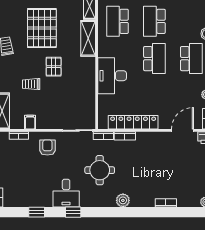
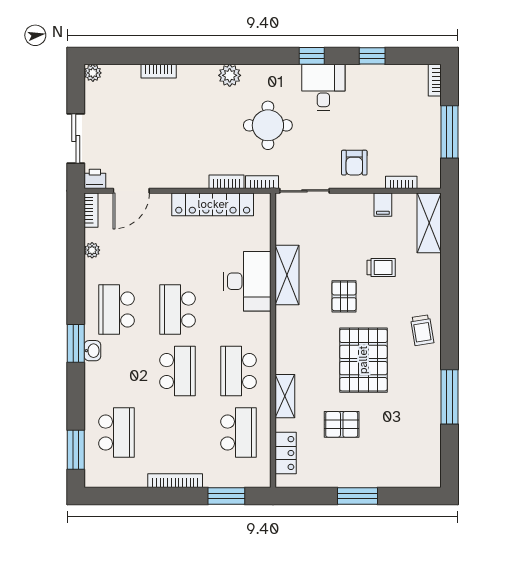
school desk: (118, 21) -> (238, 371), turned 180
shelving: (88, 38) -> (287, 275), moved

